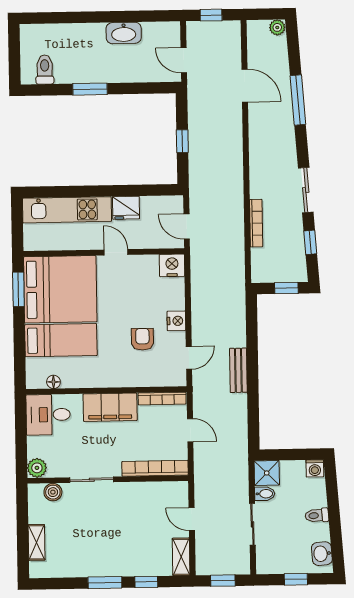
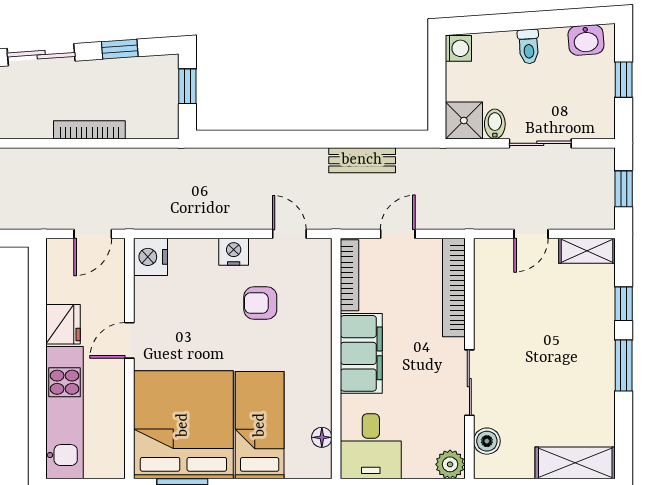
bench: (238, 370) -> (362, 160), moved
shelving: (37, 542) -> (575, 463), width x1.50, depth x1.33

